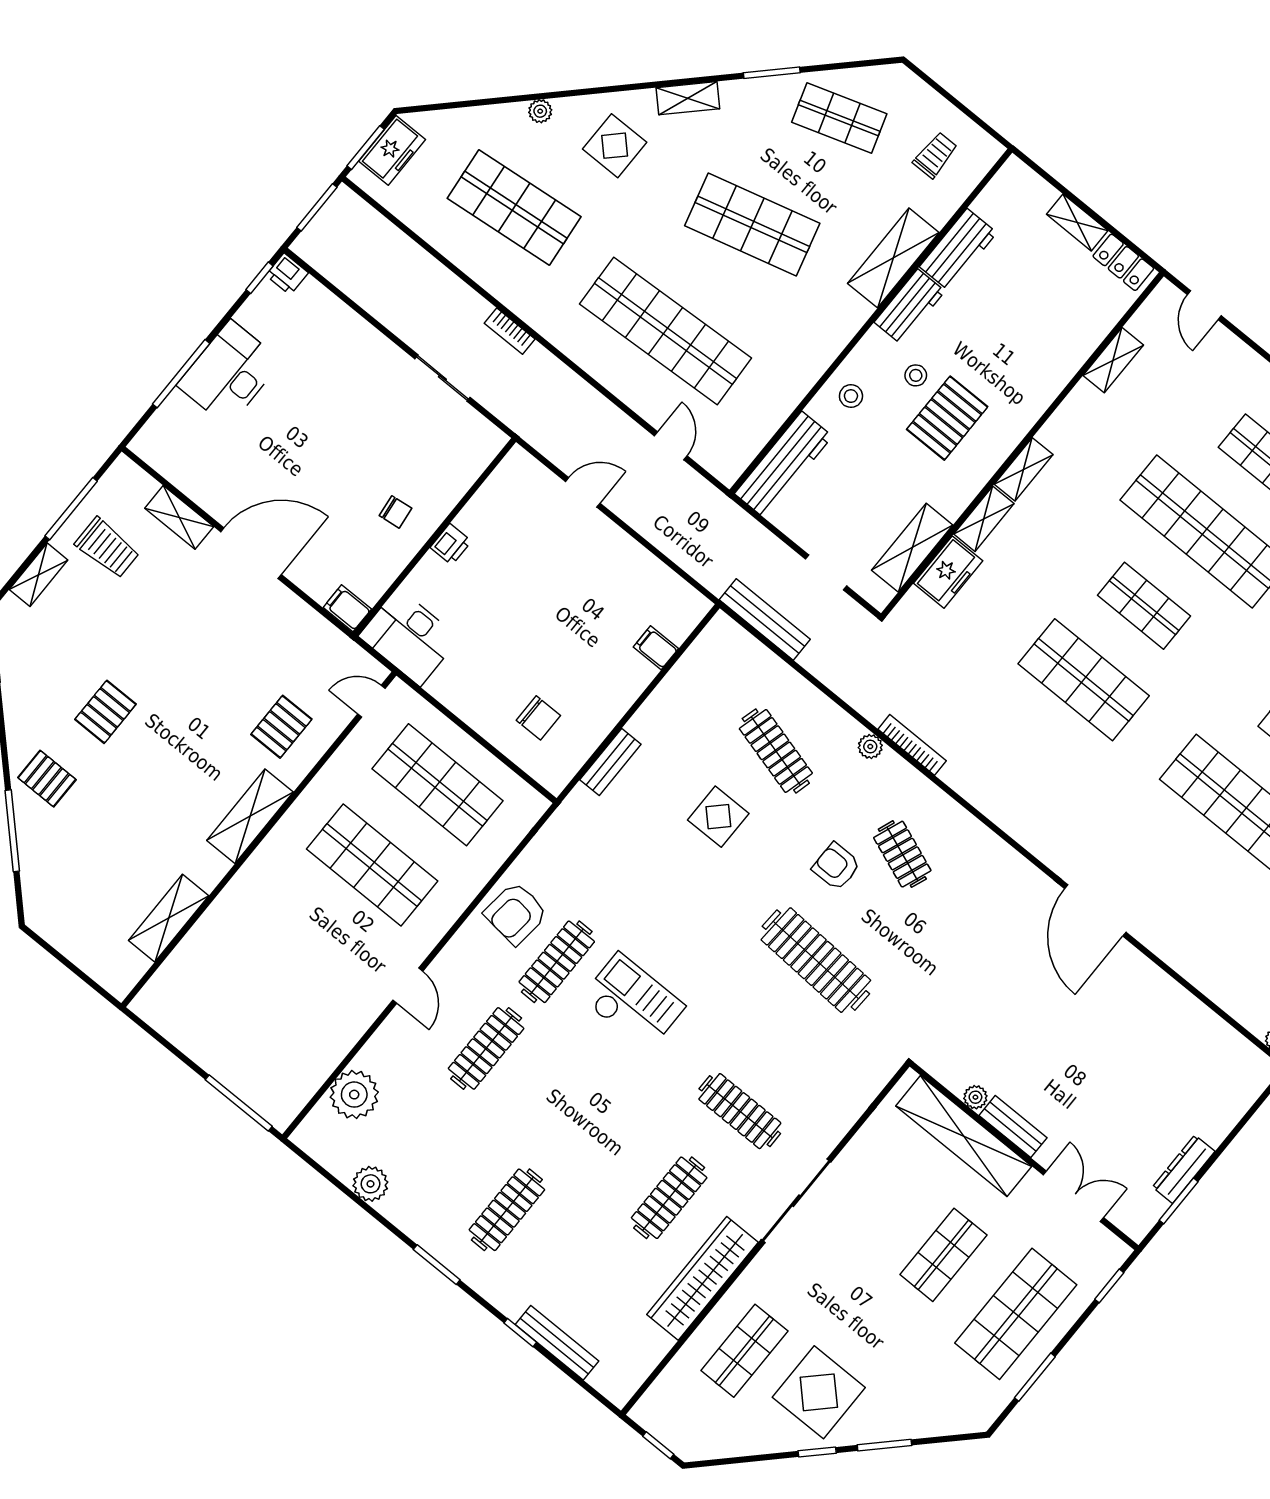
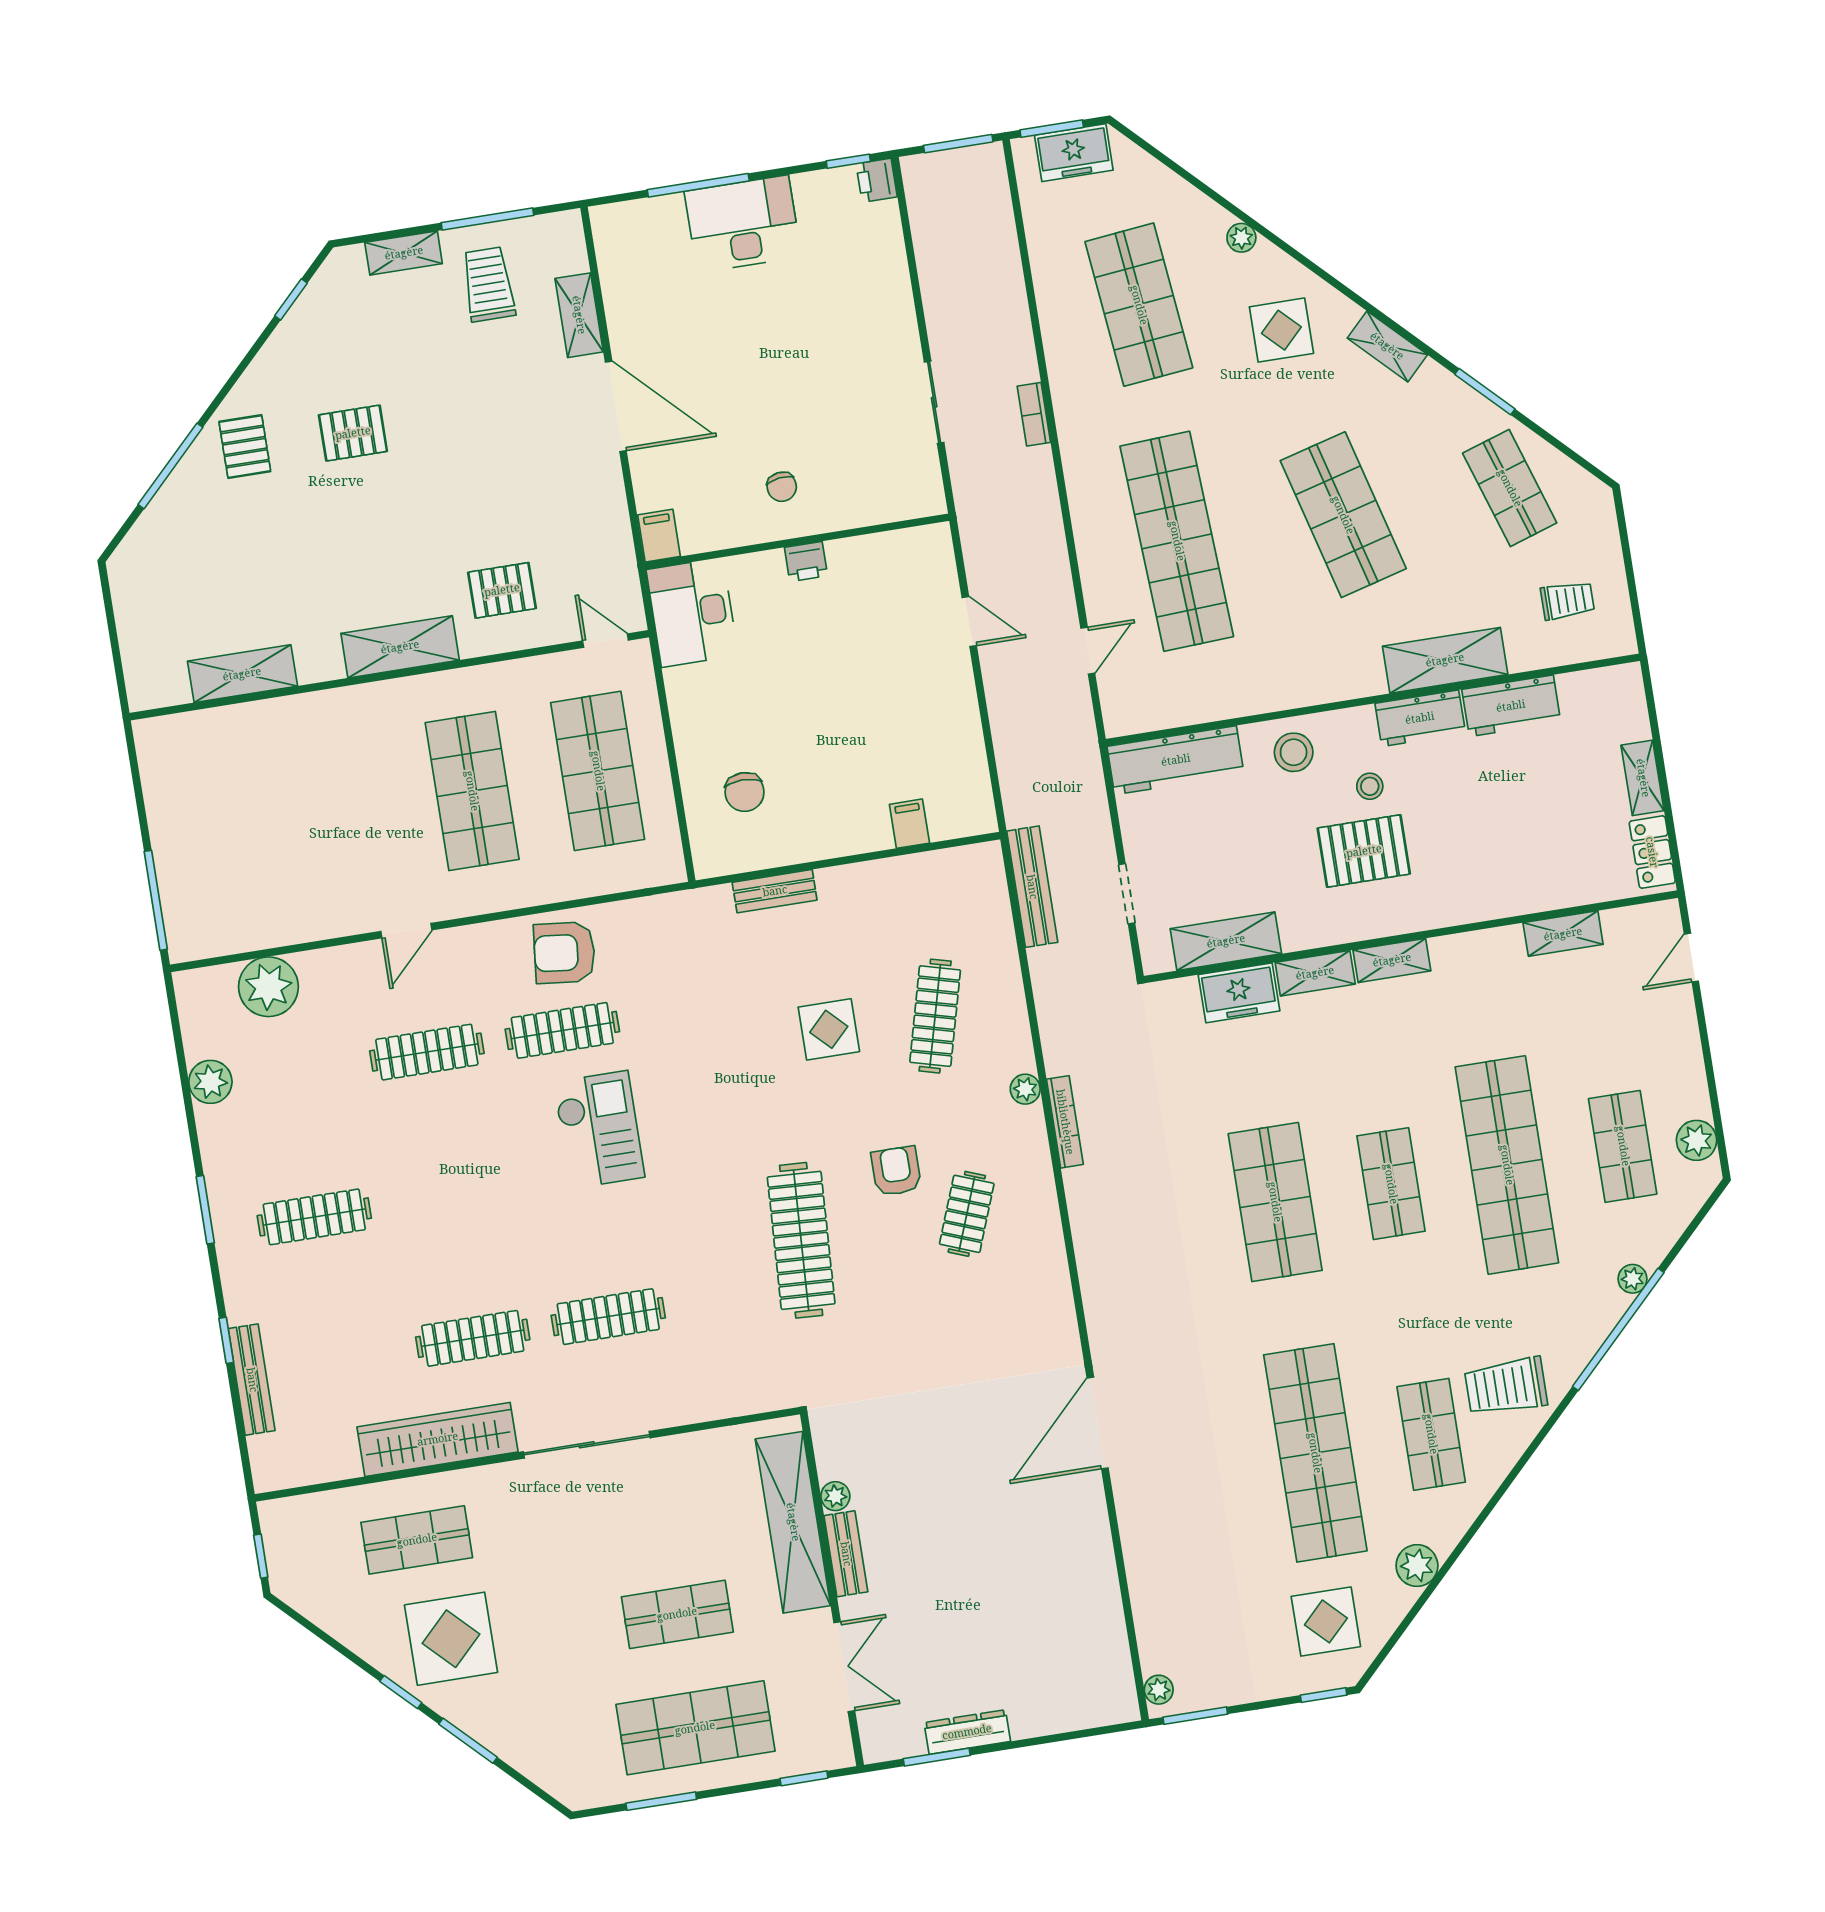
stool: (851, 396) -> (1294, 752), width x1.37, depth x1.37
trolley: (107, 548) -> (488, 284), turned 180
clothes rail: (740, 1111) -> (608, 1317), turned 90

